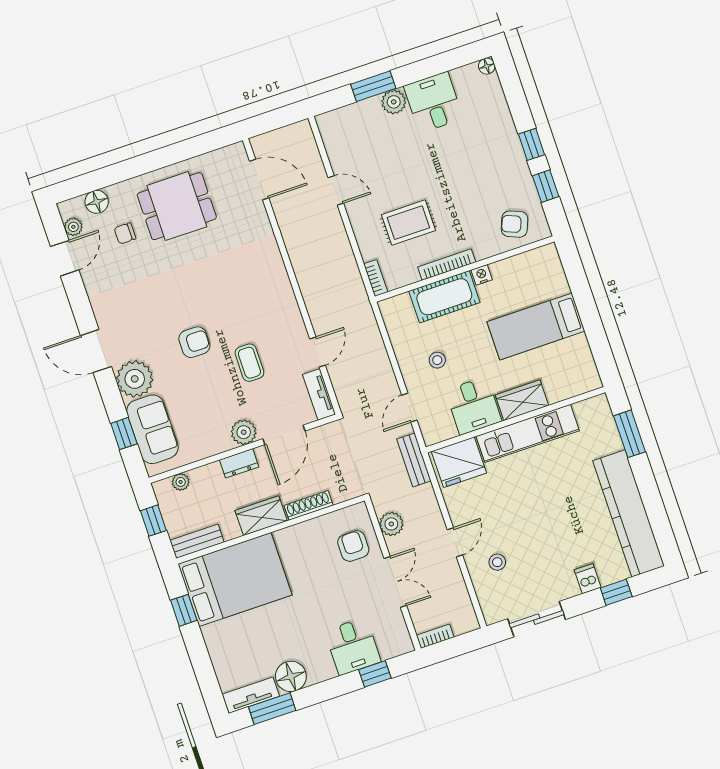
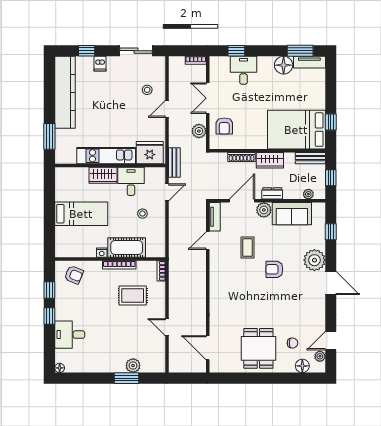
plant: (394, 102) -> (133, 366), moved
desk: (433, 102) -> (70, 335), moved, turned 90
dining table: (177, 206) -> (258, 348), turned 90
sofa: (152, 429) -> (292, 214), moved, turned -90

